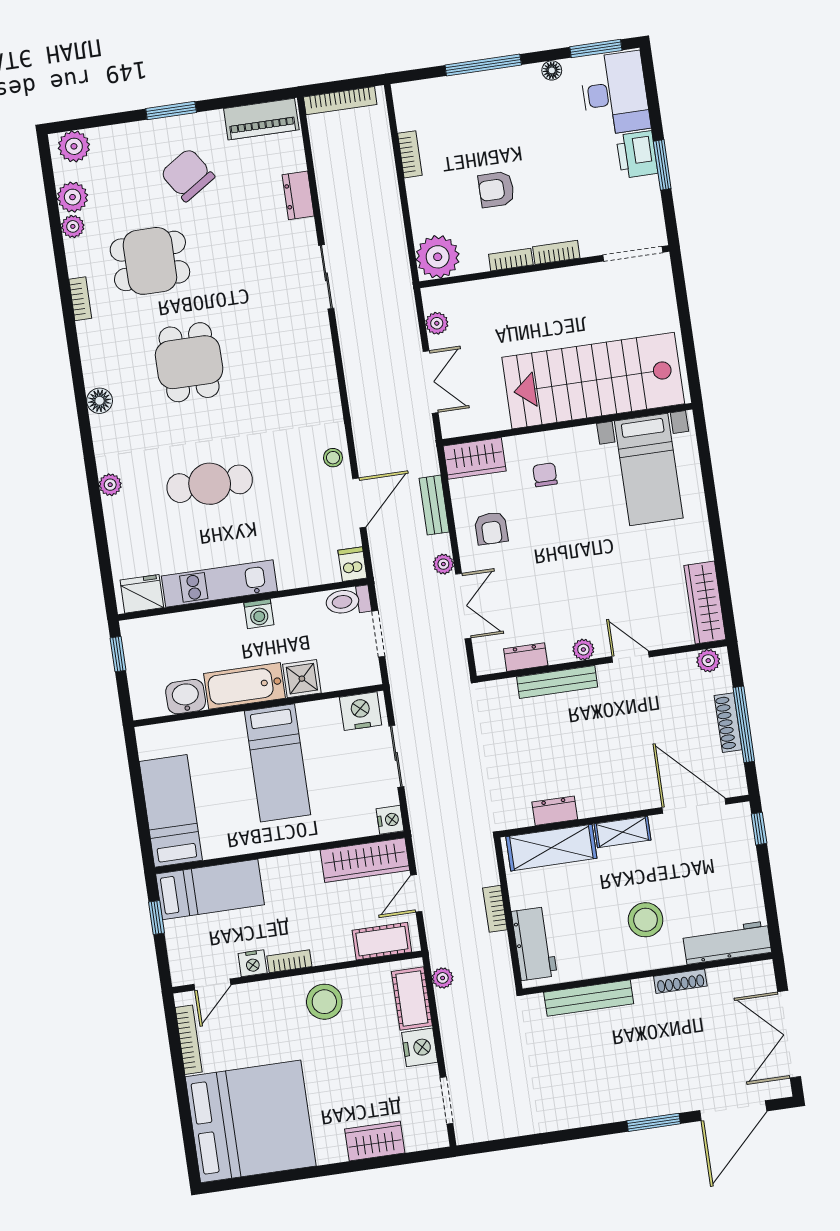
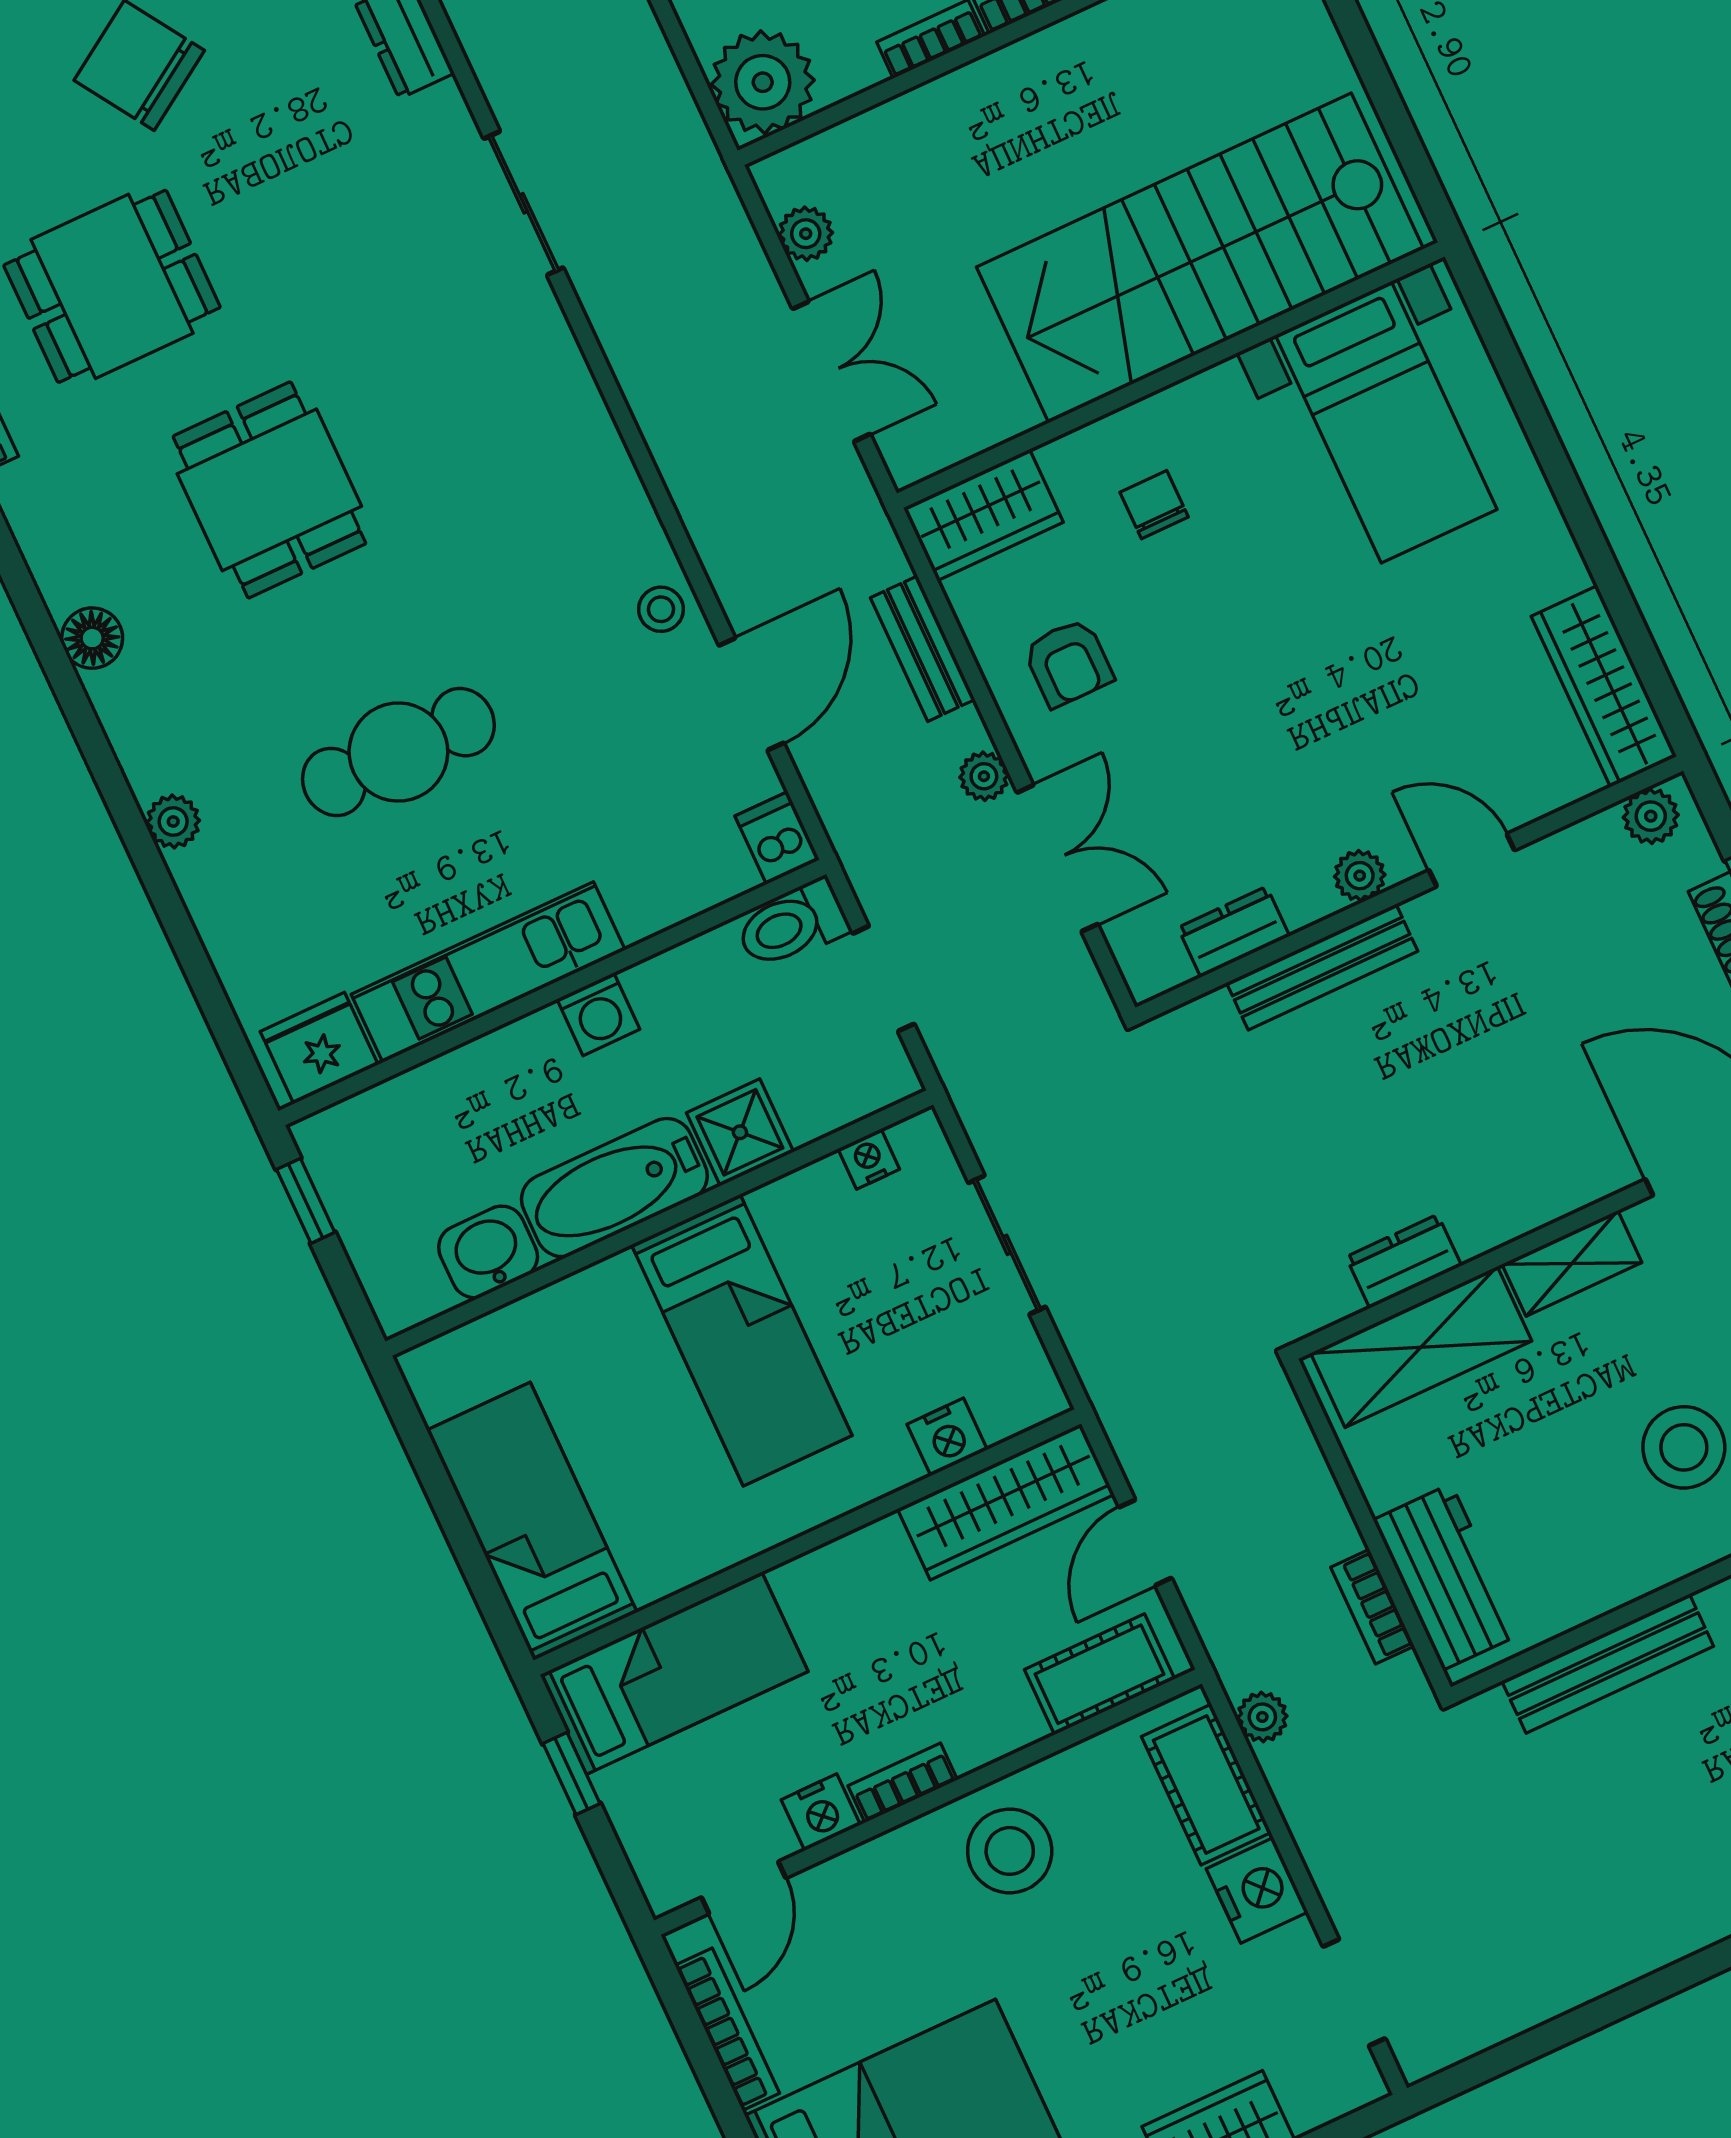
nightstand: (361, 711) -> (869, 1159), width x0.53, depth x0.56
nightstand: (390, 820) -> (947, 1437), moved, turned 90
bookcase: (495, 909) -> (1373, 1607), moved

